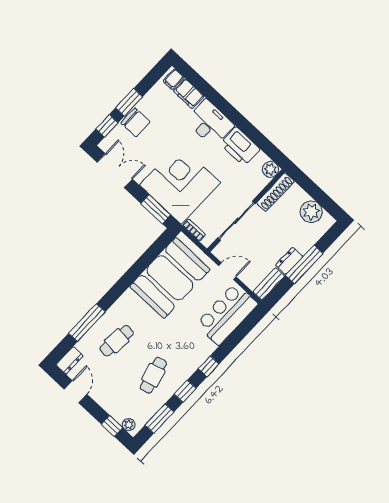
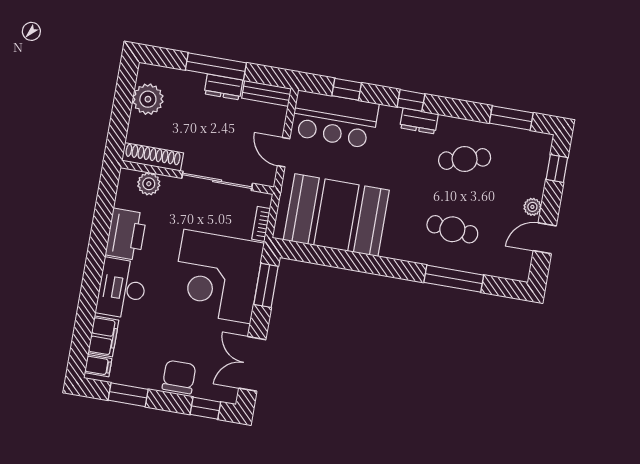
window: (129, 102) -> (128, 395), moved
plant: (270, 169) -> (149, 184), moved
dresser: (70, 360) -> (419, 121), moved, turned 180
window: (185, 391) -> (347, 89), moved
plant: (129, 425) -> (532, 207), moved

